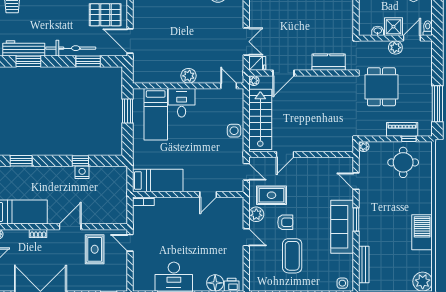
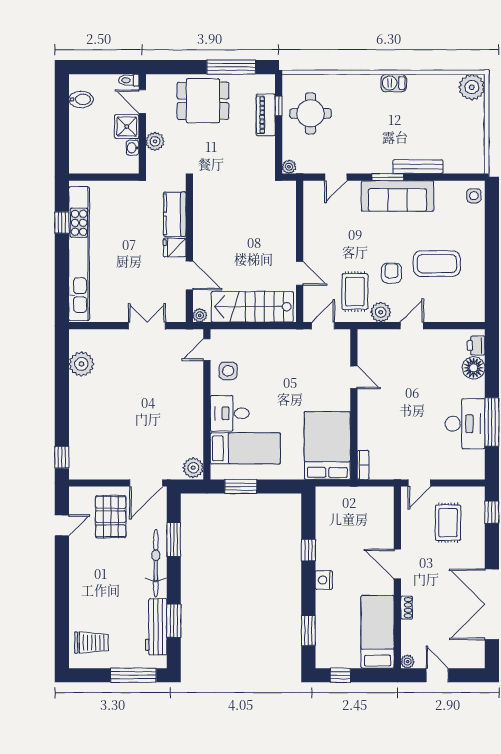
plant: (395, 48) -> (155, 141), moved
fridge: (257, 63) -> (175, 247), moved, turned -90
plant: (189, 76) -> (193, 468), moved
dining table: (381, 87) -> (203, 101), moved
side table: (234, 131) -> (228, 371), moved
nightstand: (82, 172) -> (324, 580), moved
bed: (158, 181) -> (327, 445), width x1.50
barbecue: (422, 232) -> (394, 83), width x0.53, depth x0.65
rug: (95, 249) -> (448, 523), moved, turned 90
bench: (364, 265) -> (418, 167), moved

